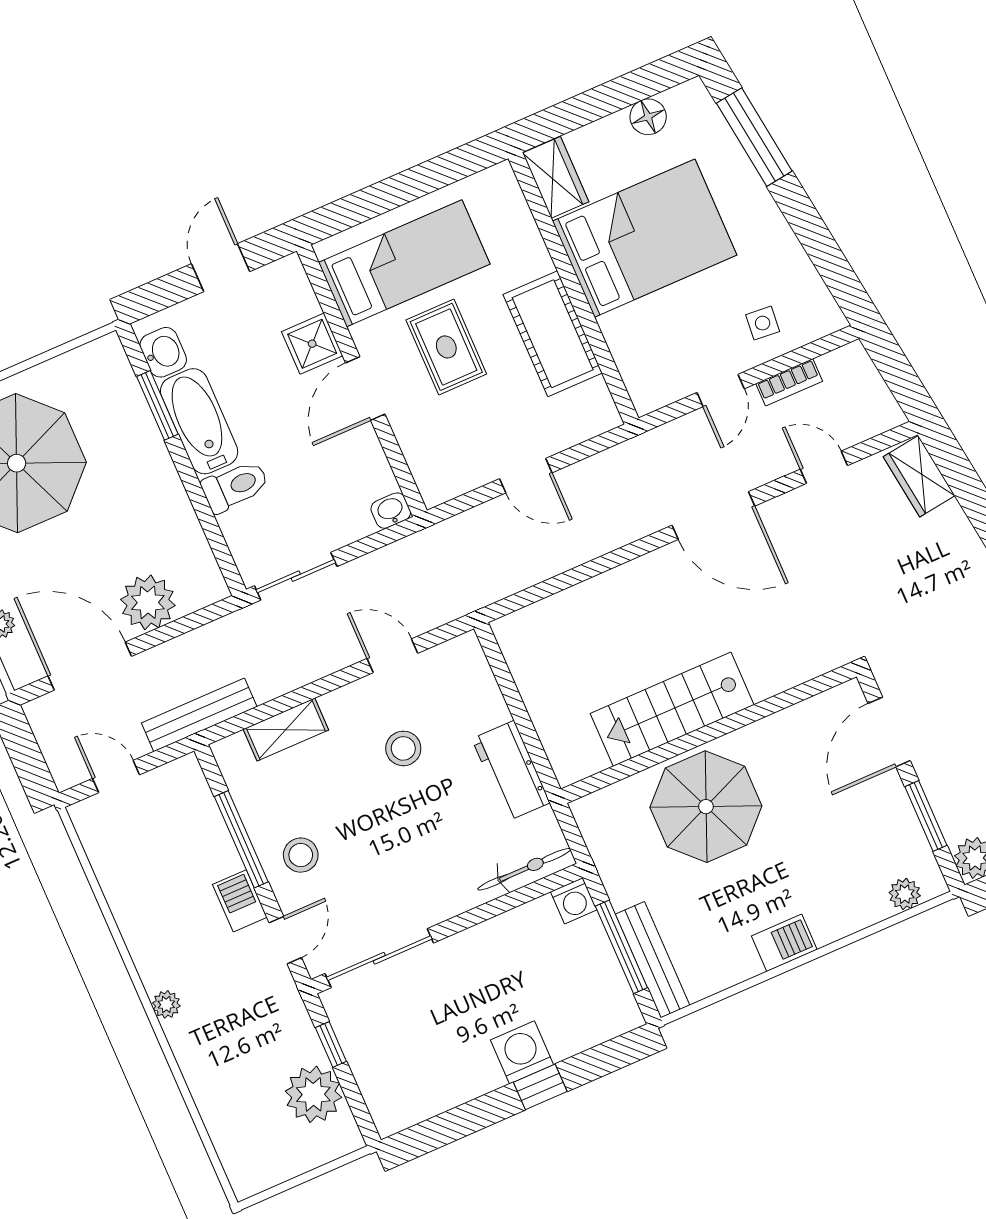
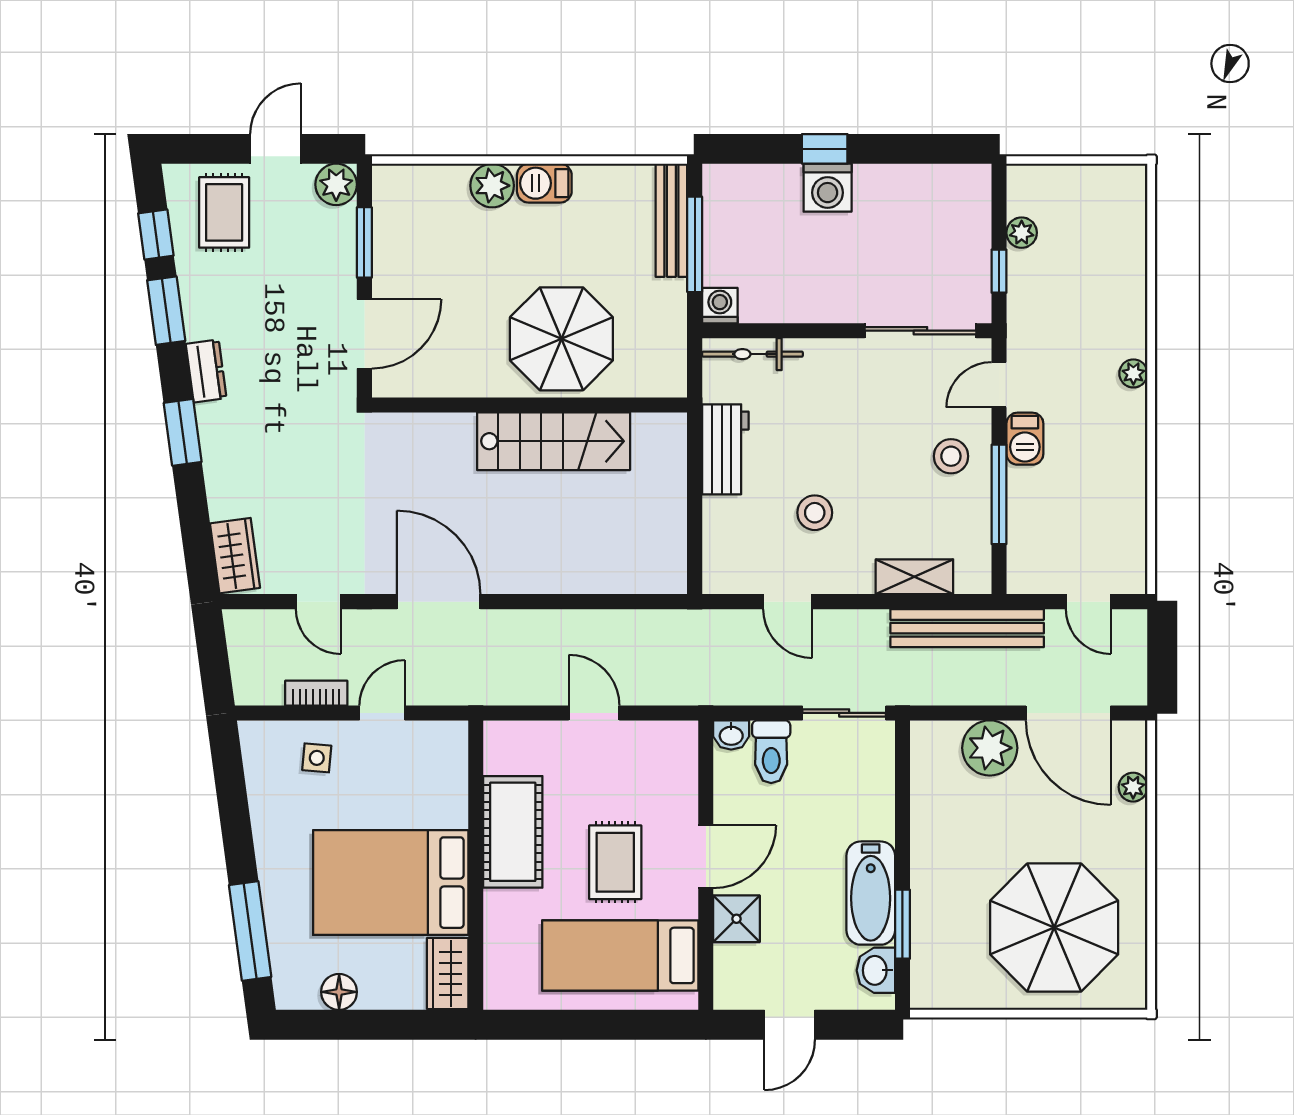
toilet: (235, 486) -> (771, 752), moved, turned -90
bench: (199, 715) -> (967, 628), width x1.37, depth x1.21
plant: (905, 894) -> (492, 186), moved, width x1.38, depth x1.38
plant: (313, 1094) -> (1022, 233), width x0.53, depth x0.53

